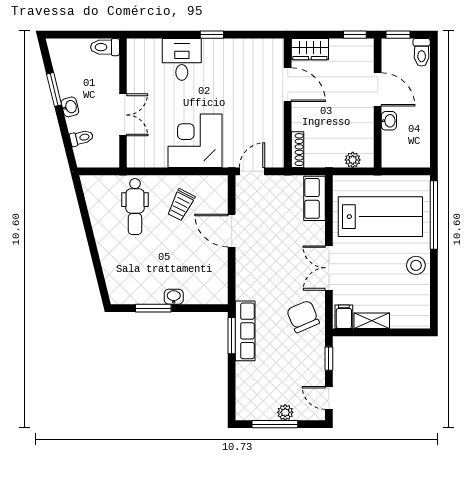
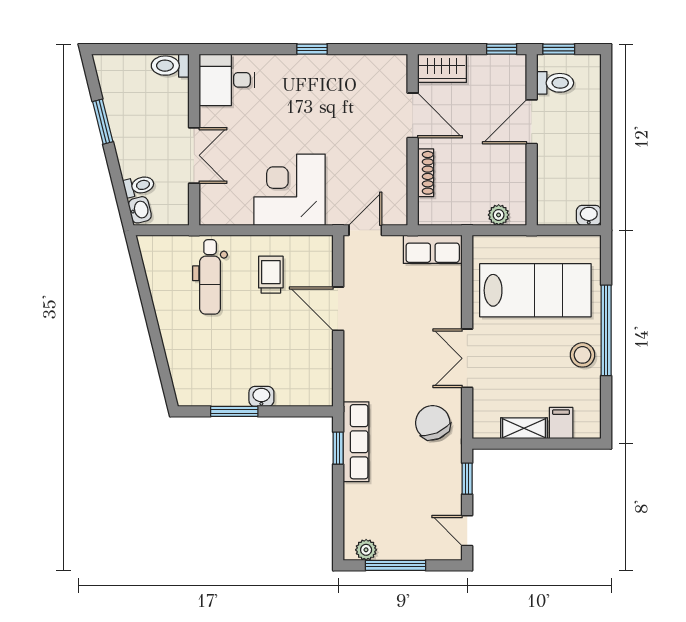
toilet: (422, 52) -> (555, 83), moved, turned -90
desk: (182, 59) -> (227, 80), moved, turned -90
door: (378, 89) -> (532, 122), swing flipped
washbasin: (70, 107) -> (140, 210), moved
washbasin: (389, 121) -> (589, 215), moved, turned -90
shoe rack: (298, 150) -> (426, 173), moved
row of seats: (315, 198) -> (433, 249), moved, turned -90
trolley: (181, 205) -> (271, 275), turned 153
window: (434, 215) -> (606, 330), moved
filing cabinet: (344, 317) -> (561, 423), moved
window: (232, 336) -> (338, 448), width x0.67
plant: (285, 412) -> (366, 550), moved

